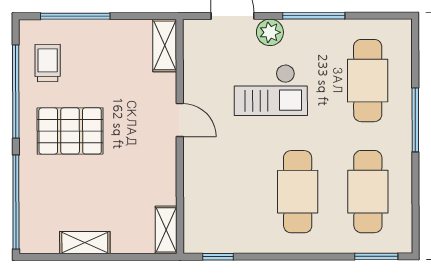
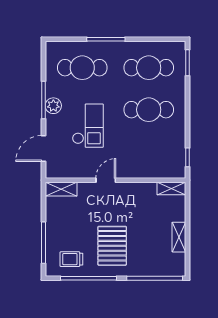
plant: (270, 32) -> (53, 106), moved

